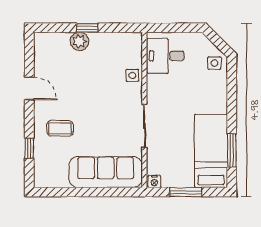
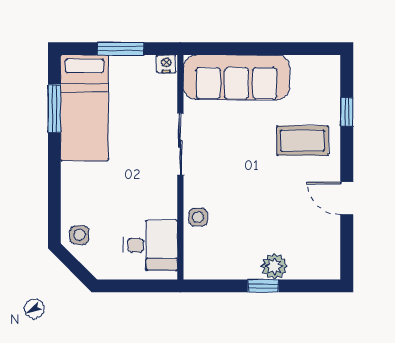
coffee table: (60, 128) -> (302, 141), width x1.36, depth x1.30

